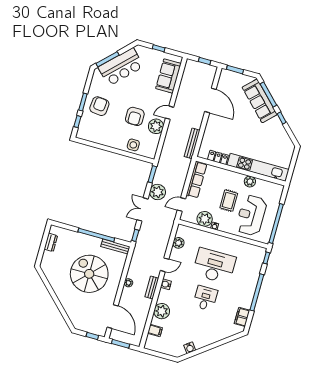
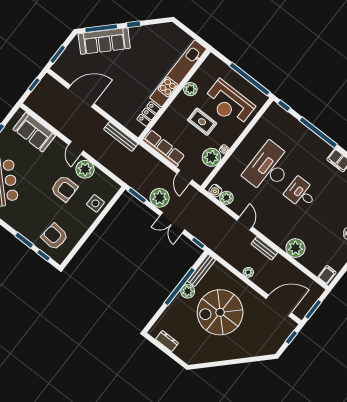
armchair: (99, 106) -> (55, 237), moved
plant: (95, 243) -> (188, 291), added
water cooler: (166, 284) -> (215, 191), moved
filing cabinet: (155, 330) -> (327, 275), moved

